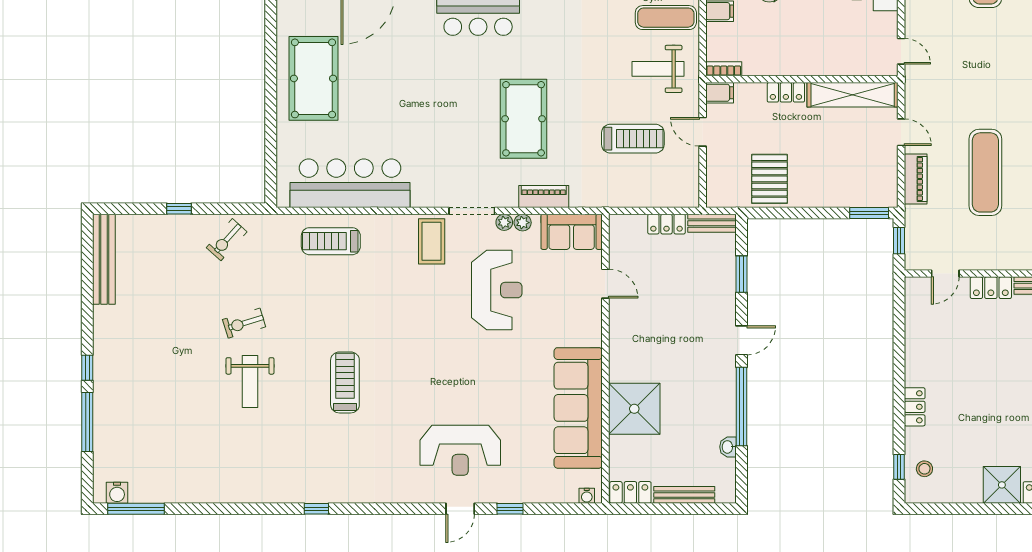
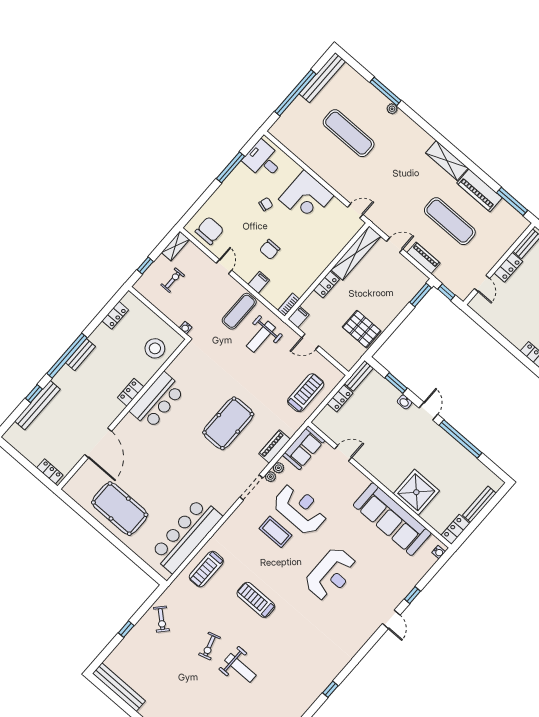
pool table: (524, 119) -> (228, 423), turned 90
treadmill: (633, 139) -> (306, 393), moved
coffee table: (432, 241) -> (276, 532), moved
treadmill: (345, 382) -> (256, 600), moved
washbasin: (728, 447) -> (405, 402), moved
reception desk: (460, 450) -> (331, 574), moved

